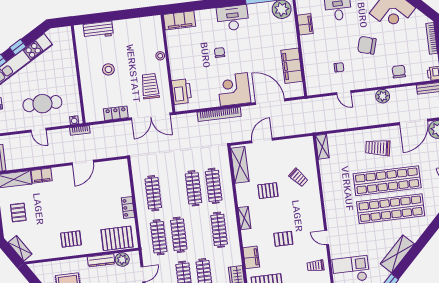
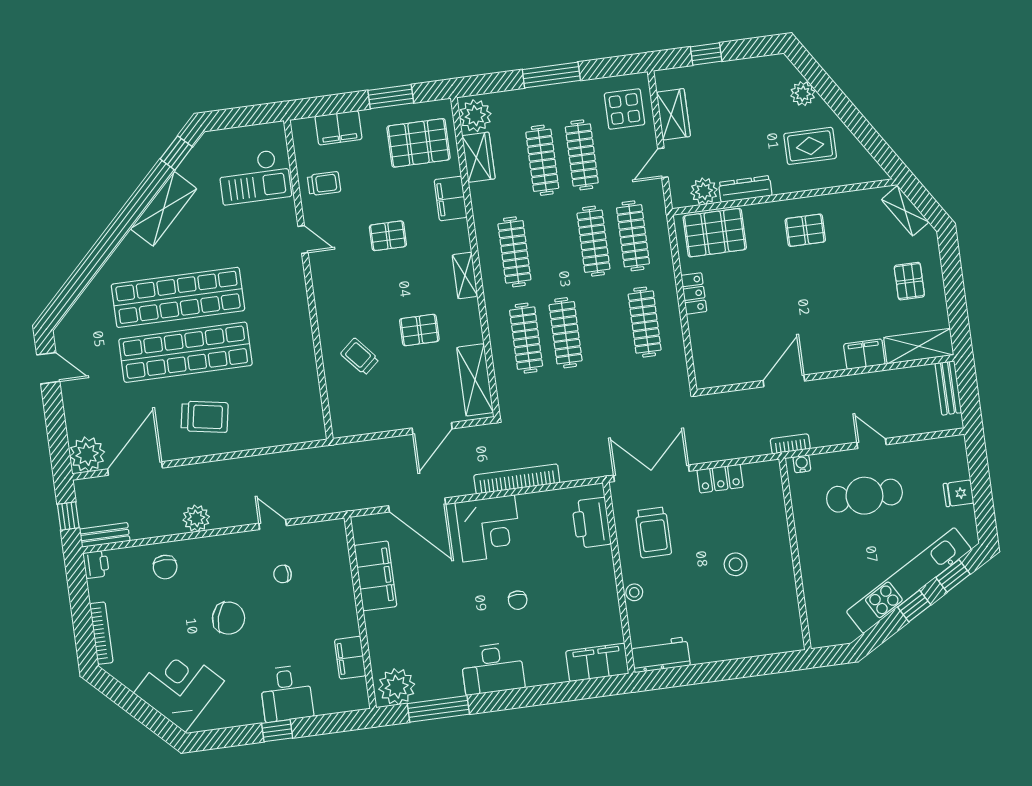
workbench: (98, 30) -> (661, 655), moved
shelving: (322, 147) -> (313, 418), removed

